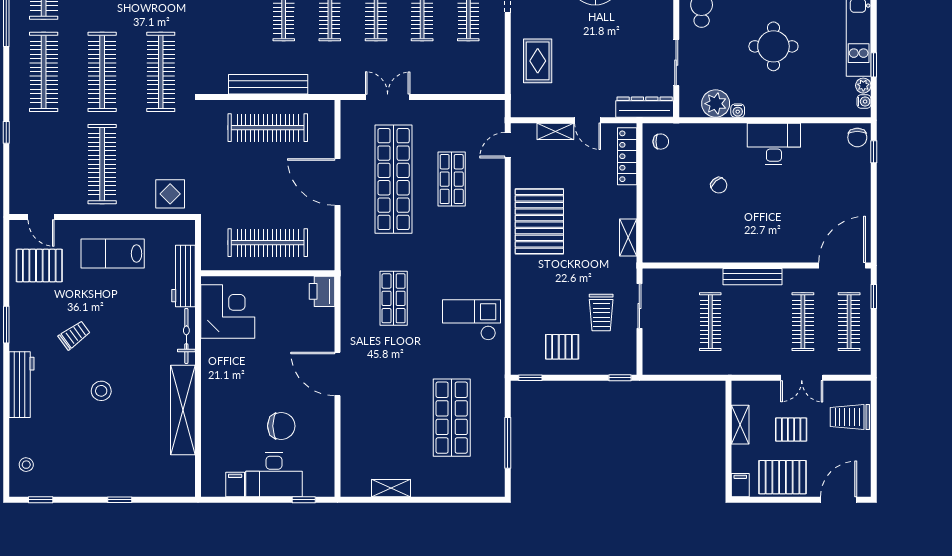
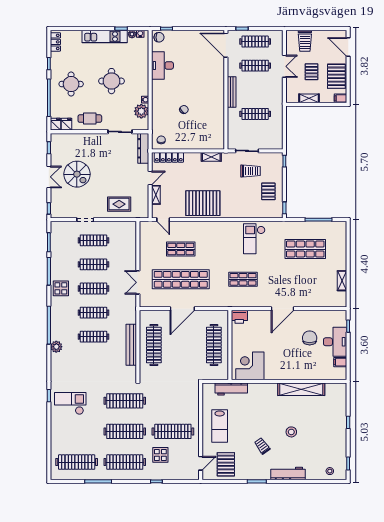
desk: (774, 144) -> (162, 65), moved
display table: (170, 194) -> (160, 455), moved
bicycle: (186, 336) -> (263, 387), removed

